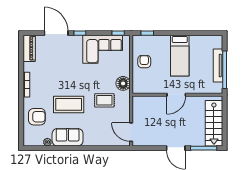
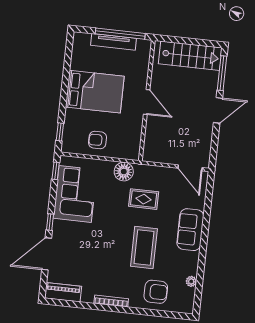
bed: (180, 56) -> (95, 92), width x1.50
rug: (104, 100) -> (144, 199), turned 90
armchair: (37, 117) -> (156, 292), turned 90
door: (131, 132) -> (190, 168), hinge flipped
sofa: (68, 137) -> (190, 230), moved

